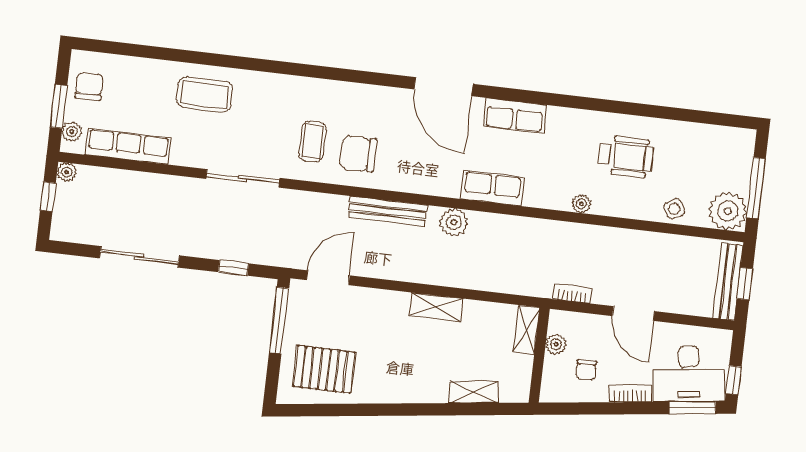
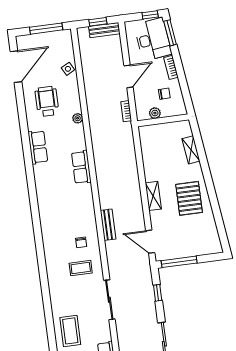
door: (443, 87) -> (16, 67), moved
row of seats: (515, 116) -> (38, 147), moved
chair: (358, 154) -> (81, 242), width x0.54, depth x0.54
bench: (388, 211) -> (108, 225), width x0.73
plant: (728, 211) -> (62, 40), removed
plant: (454, 222) -> (104, 183), removed
bench: (728, 281) -> (104, 30), width x0.73
shelving: (436, 307) -> (153, 196), moved
shelving: (526, 330) -> (151, 130), removed
pallet: (324, 369) -> (189, 198), moved

